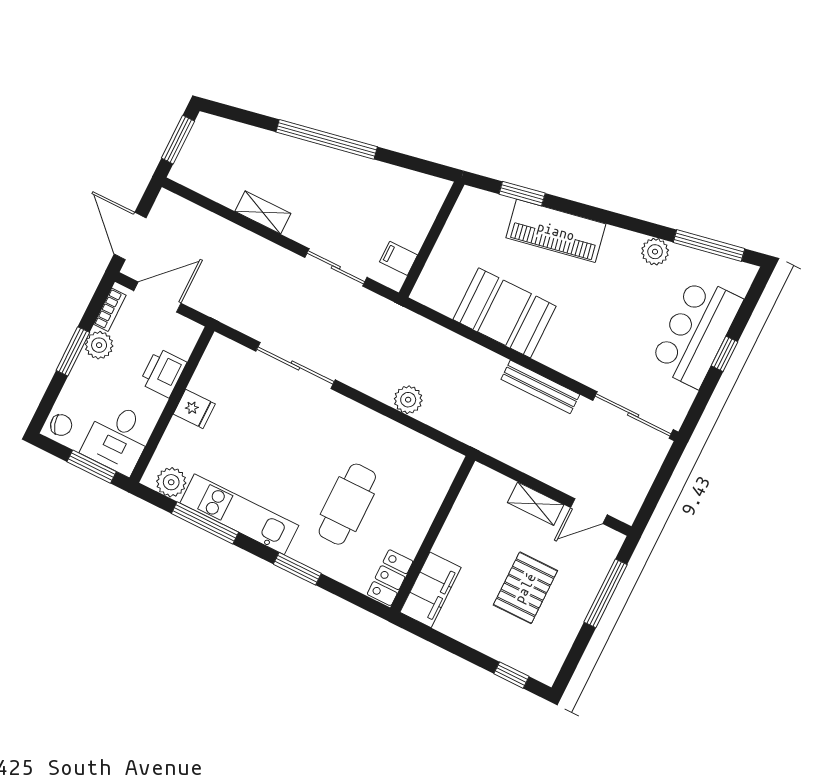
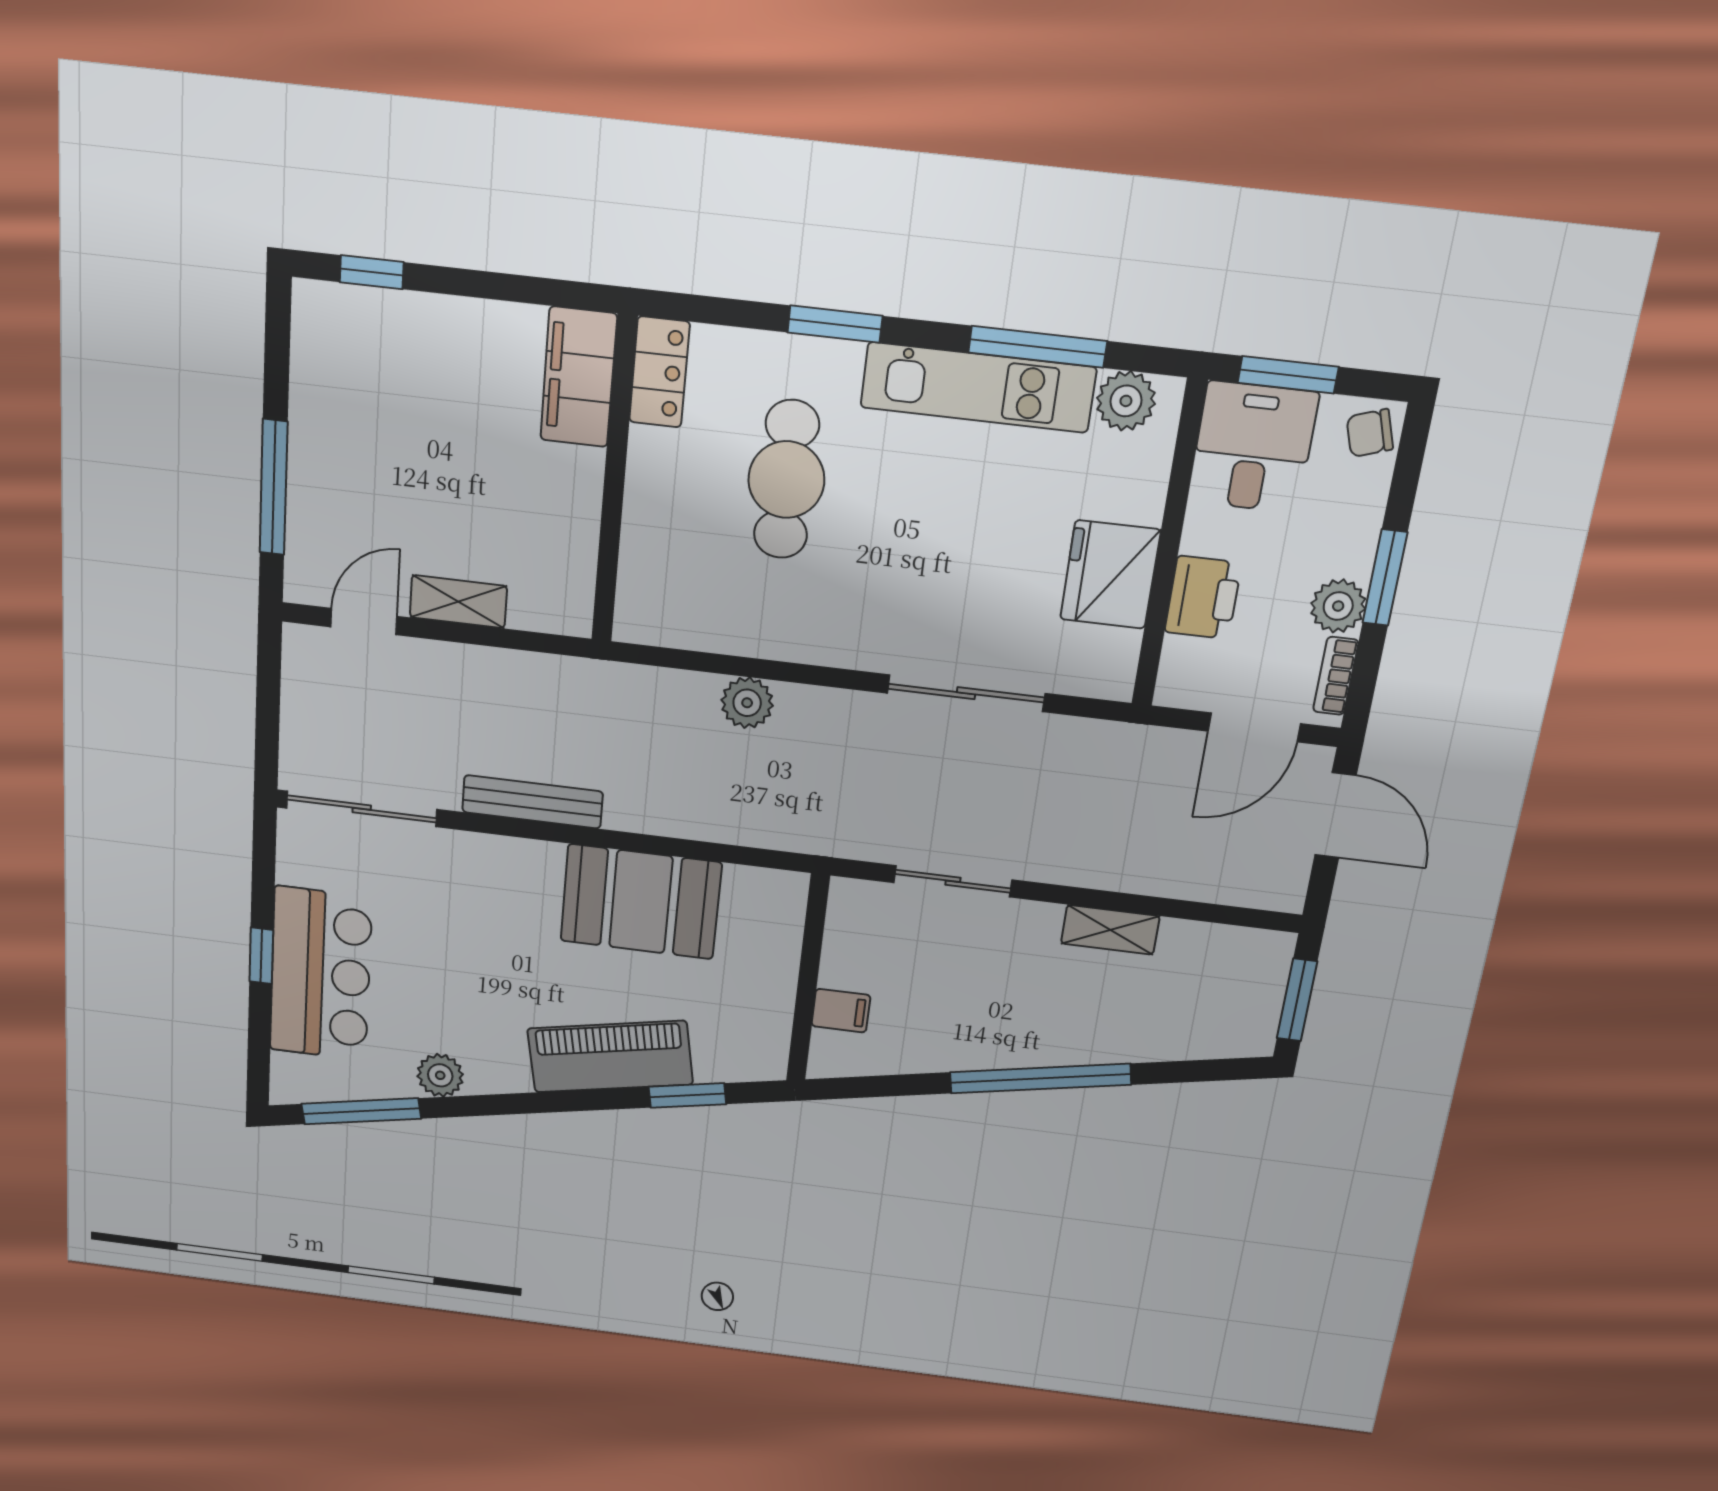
filing cabinet: (399, 258) -> (841, 1011), moved
fridge: (194, 409) -> (1110, 575), width x1.88, depth x1.34
pallet: (525, 588) -> (414, 445), removed

